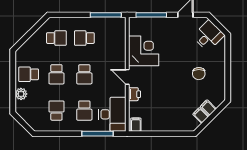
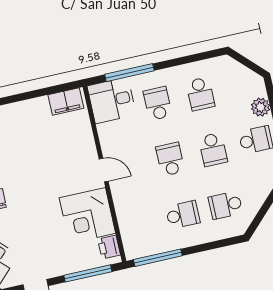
school desk: (56, 74) -> (213, 150), turned 180
printer: (134, 94) -> (109, 247), moved
desk: (112, 114) -> (112, 100), width x0.73
filing cabinet: (136, 125) -> (66, 102), width x2.00

